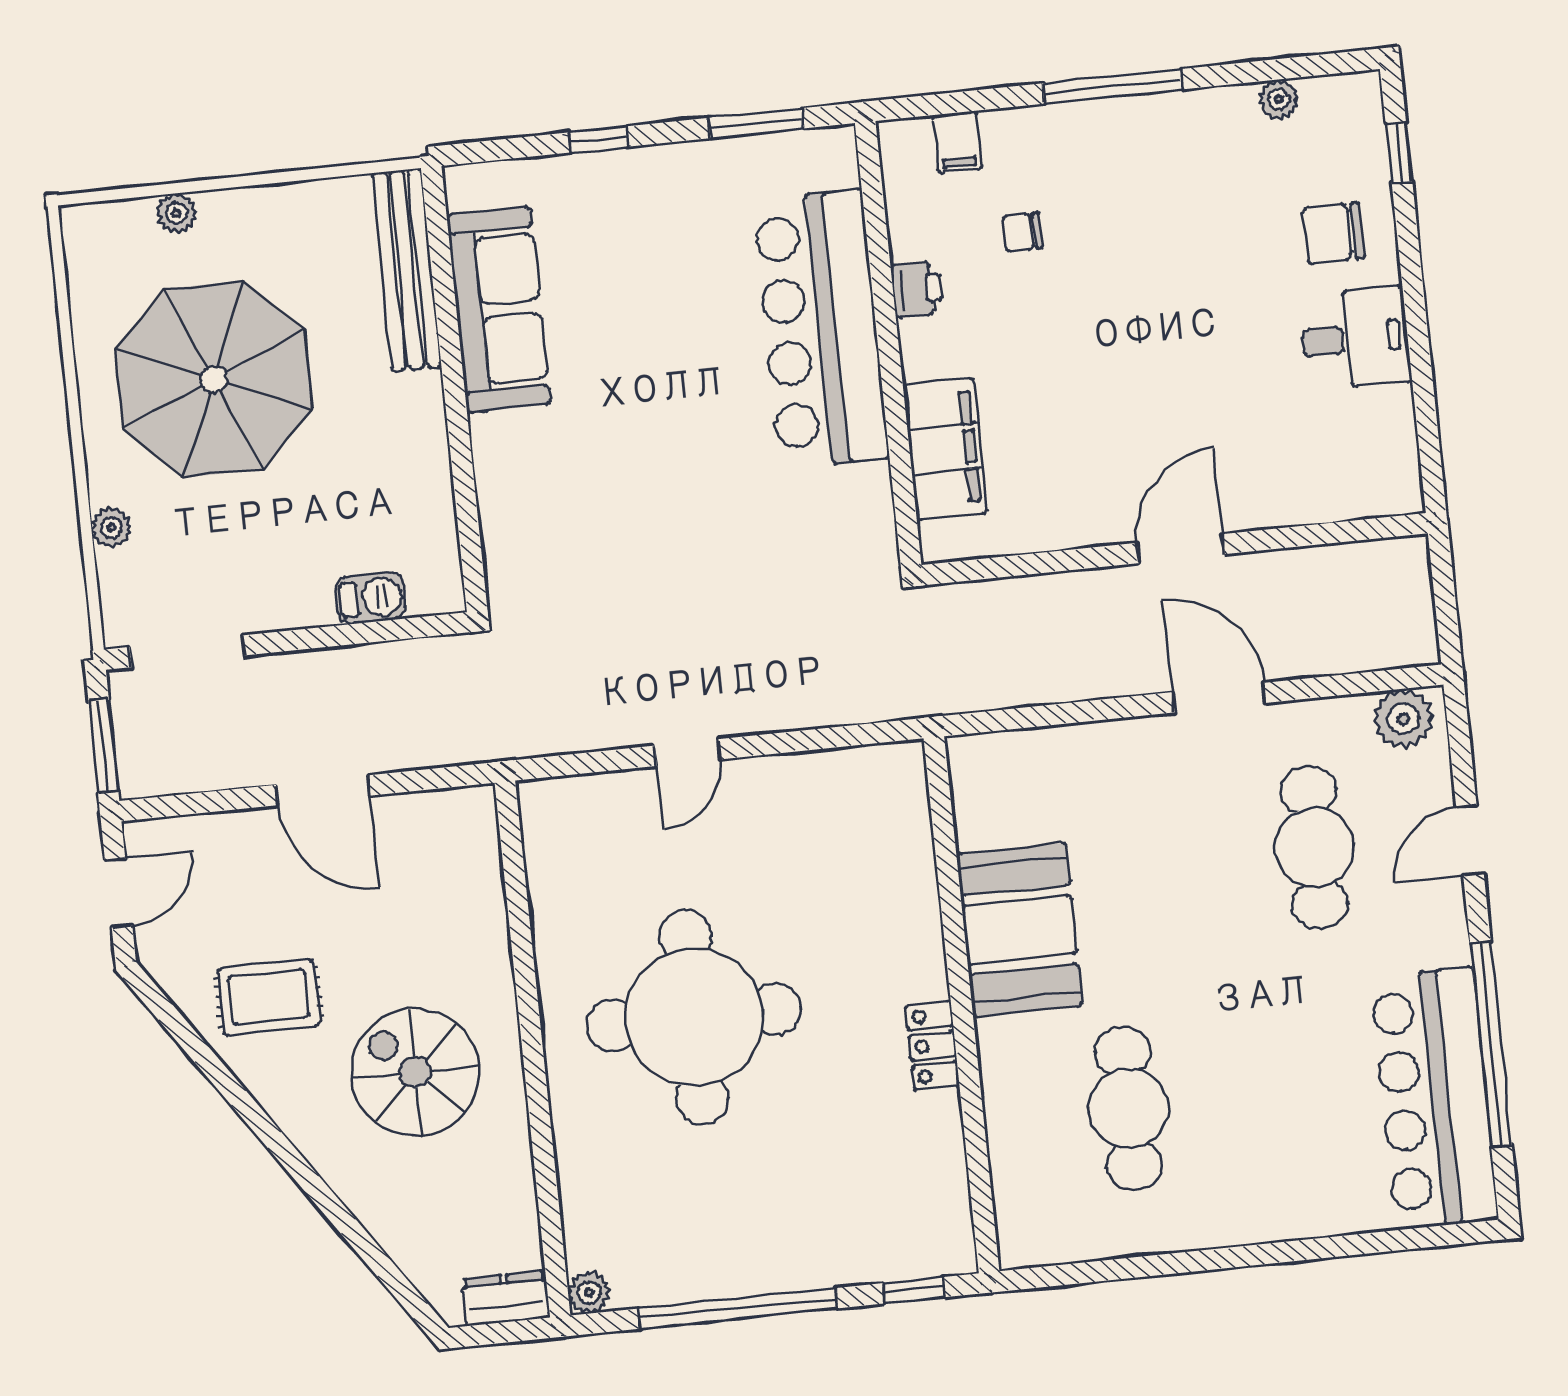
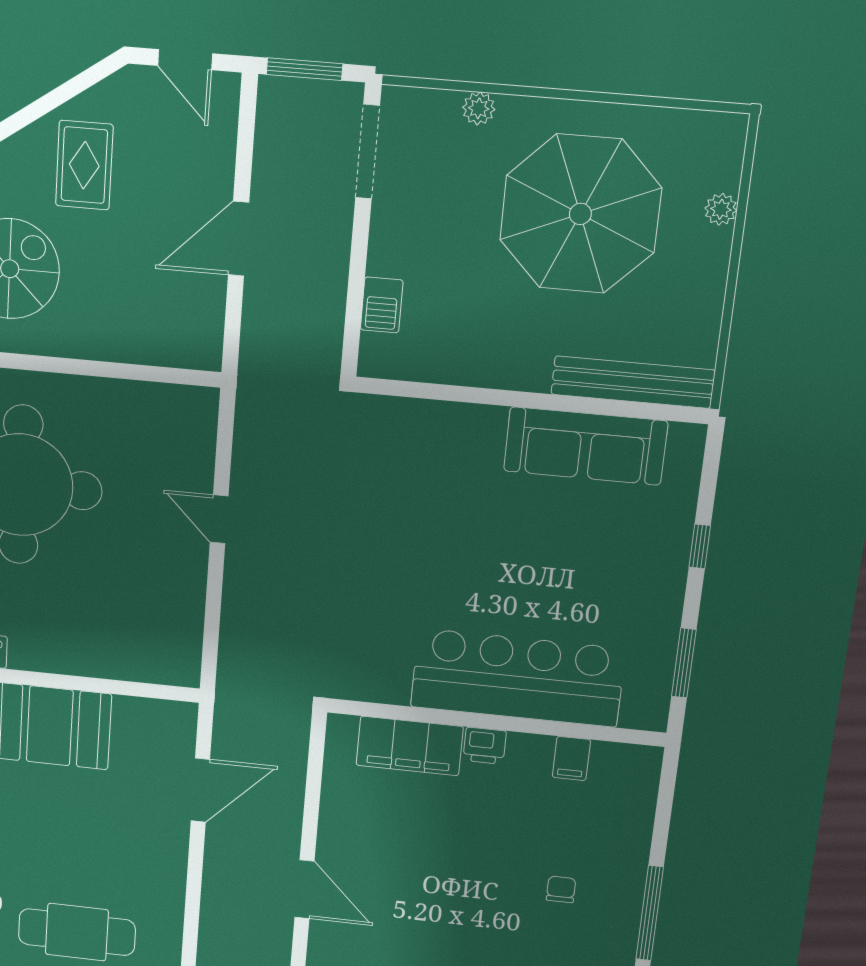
filing cabinet: (957, 142) -> (571, 758), moved, turned -90
chair: (1022, 232) -> (561, 889), moved
printer: (917, 289) -> (485, 746), moved
door: (1219, 698) -> (200, 790), moved

